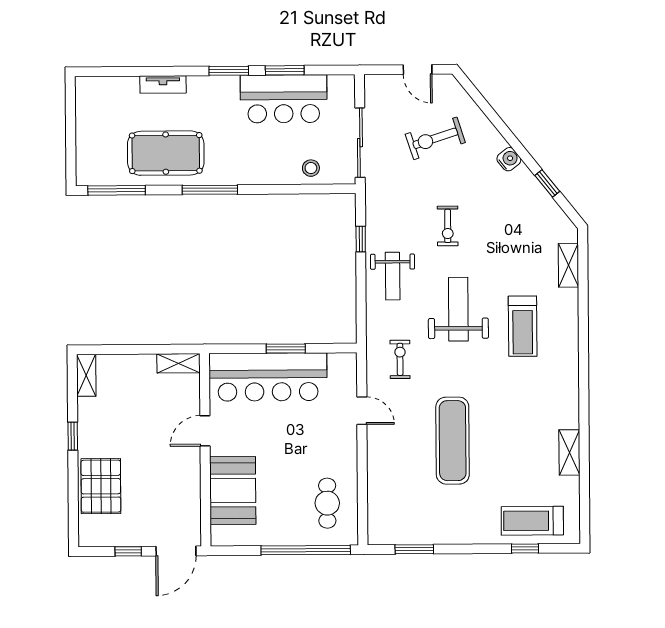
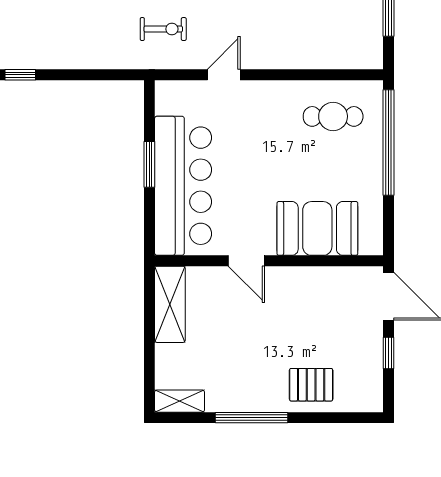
weight bench: (393, 276) -> (64, 37), removed
exercise bike: (400, 359) -> (163, 29), turned 180
shelving: (179, 363) -> (170, 304), width x1.50, depth x1.33
window: (73, 436) -> (252, 418), width x2.17
pallet: (101, 486) -> (311, 385), width x0.67, depth x0.71

